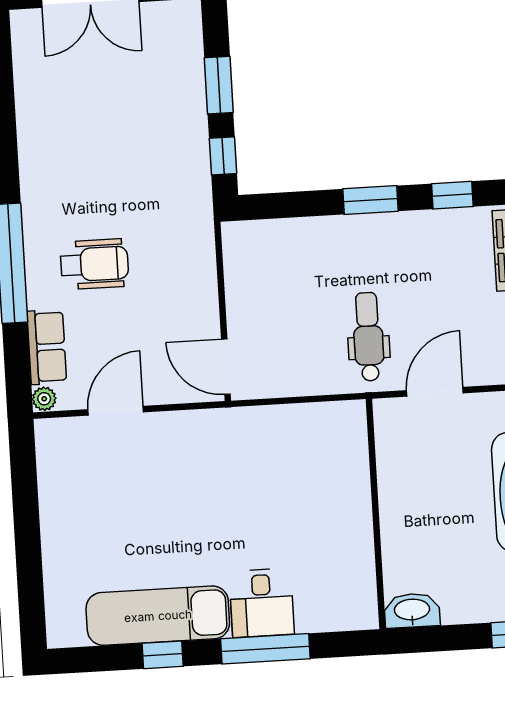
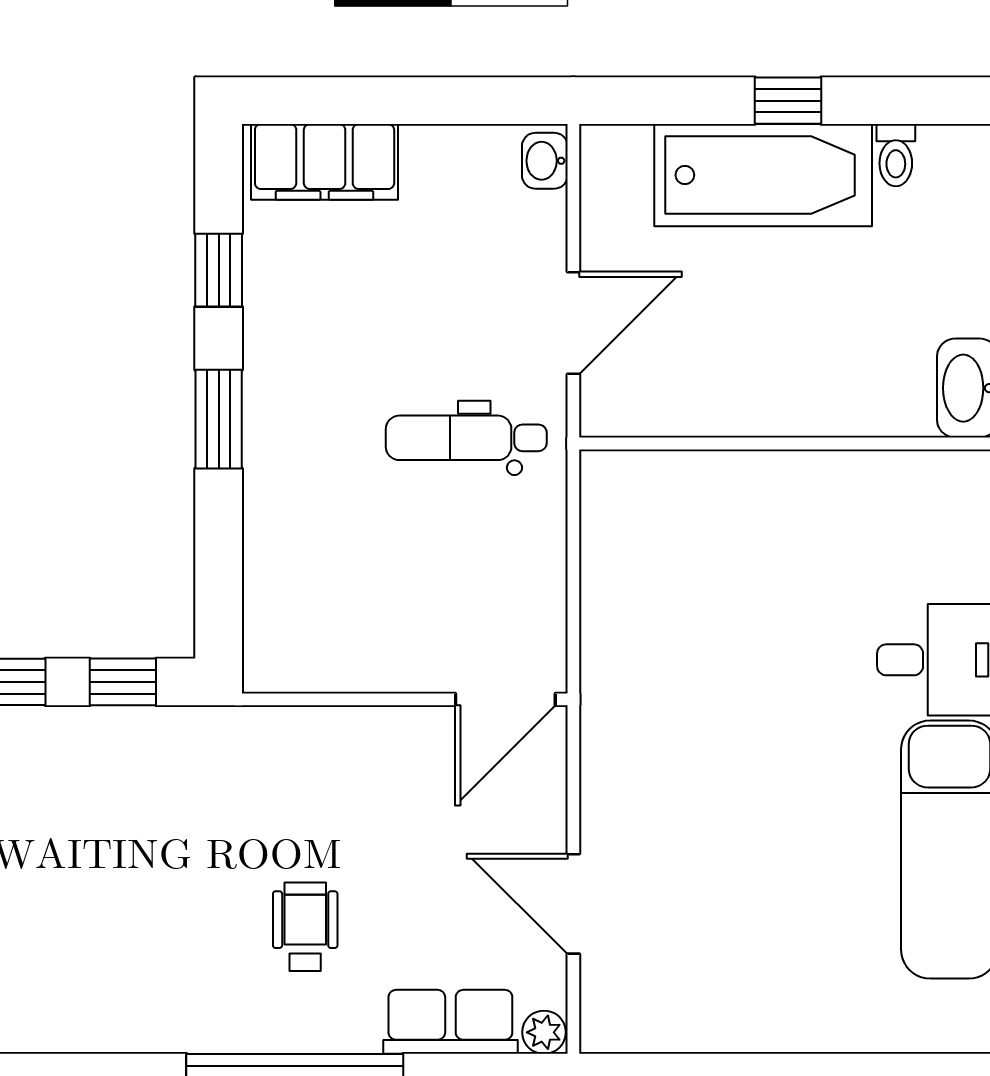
wheelchair: (94, 264) -> (305, 927), width x0.73, depth x0.73
door: (435, 392) -> (573, 323), swing flipped

